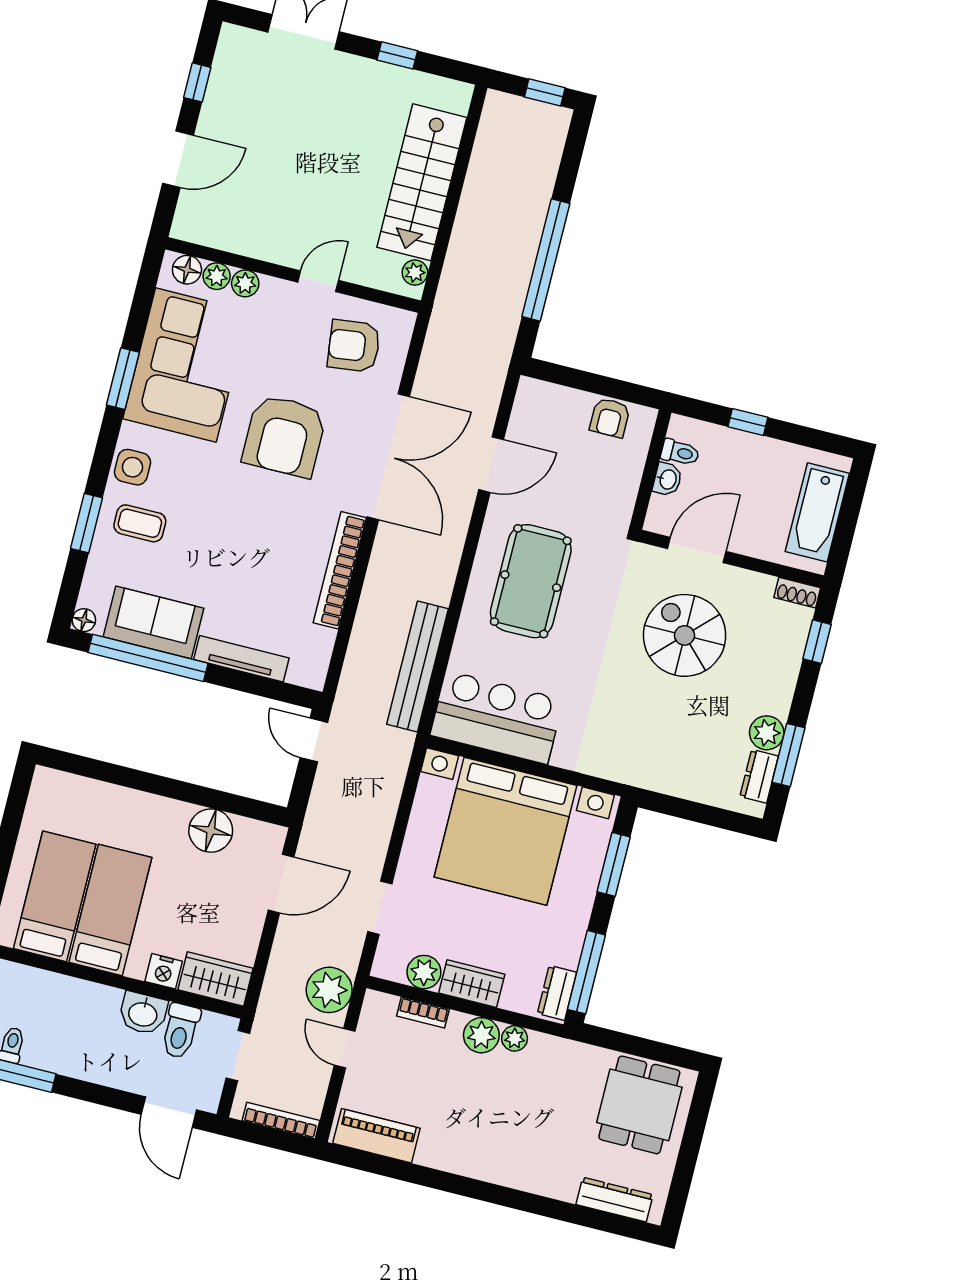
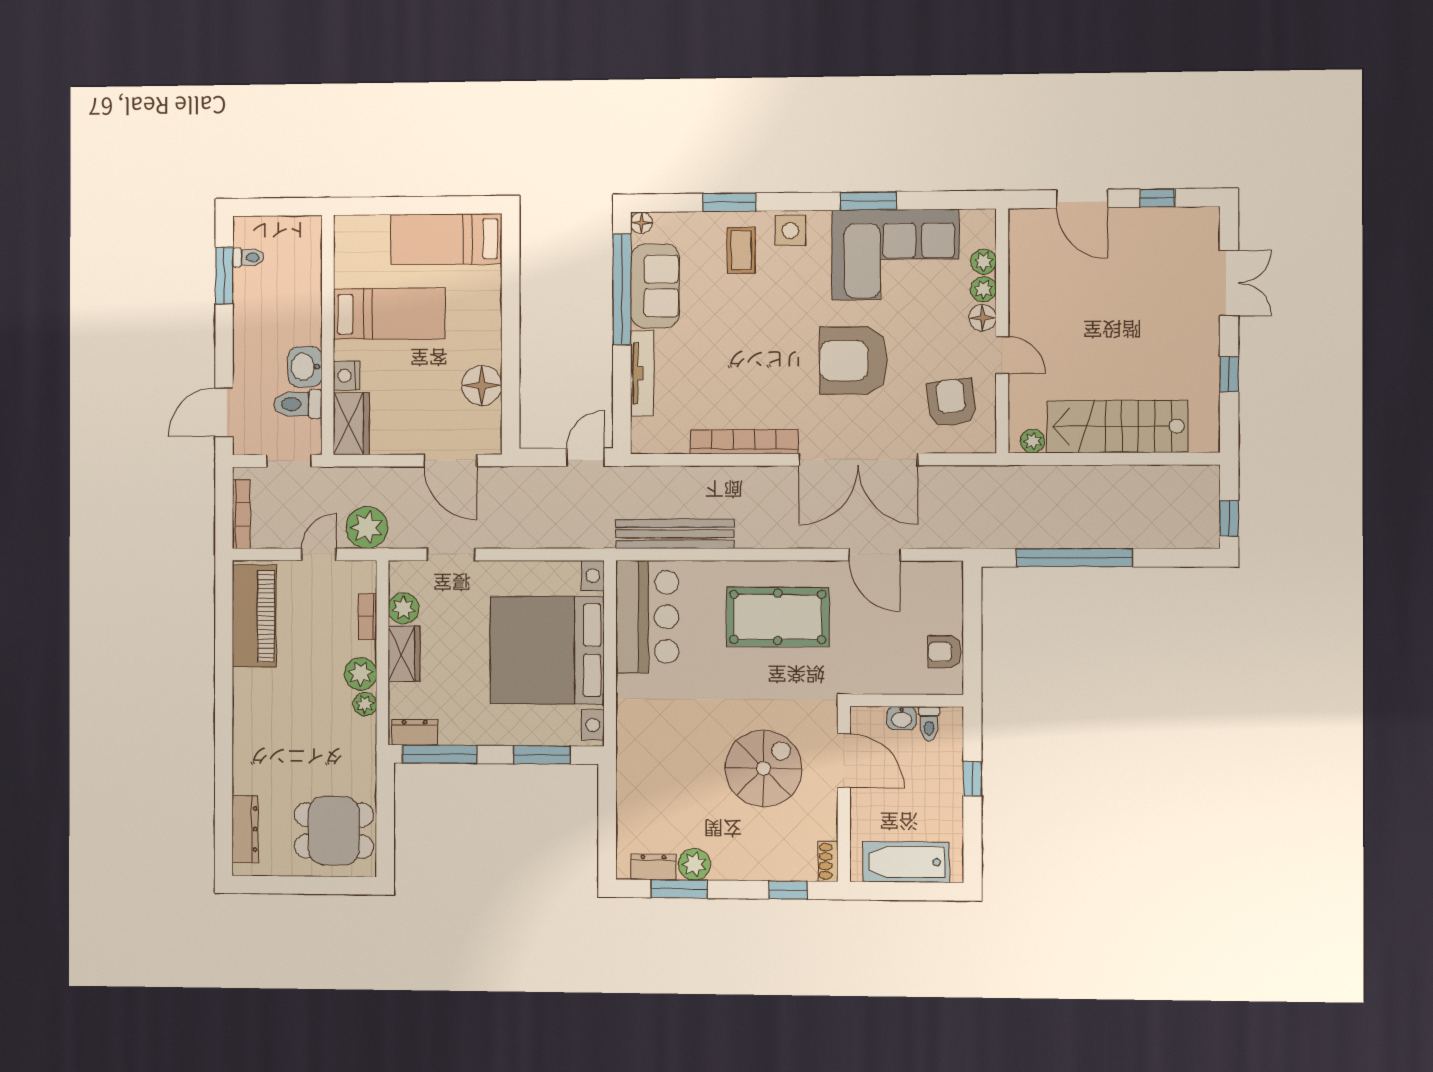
floor lamp: (187, 270) -> (983, 318), moved
bed: (55, 896) -> (446, 239), moved, turned 180
piano: (376, 1136) -> (254, 616), width x1.37, depth x1.33

